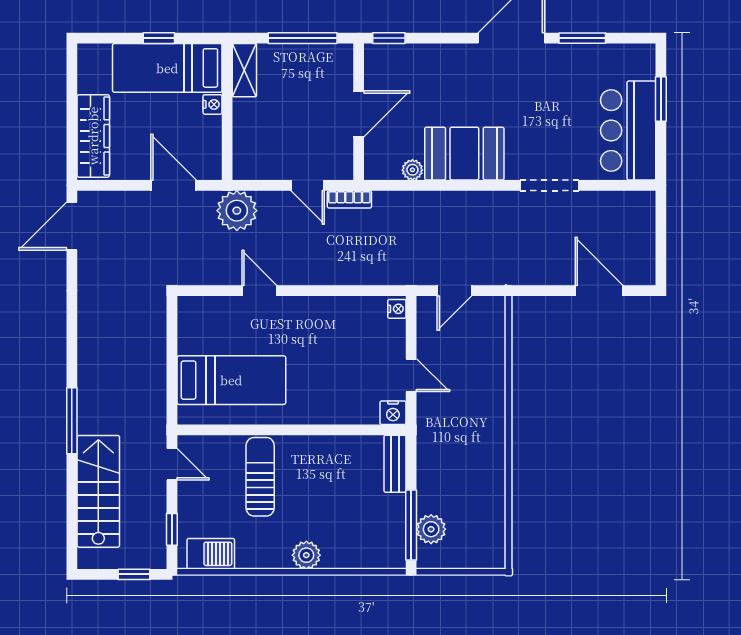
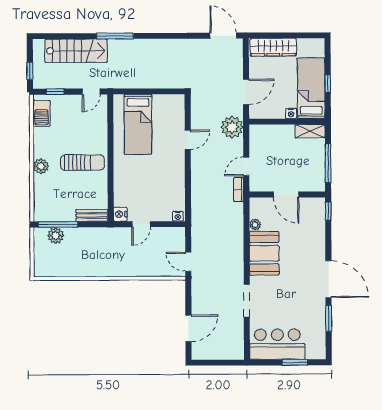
door: (454, 291) -> (188, 262), moved
sun lounger: (260, 477) -> (82, 163), moved

